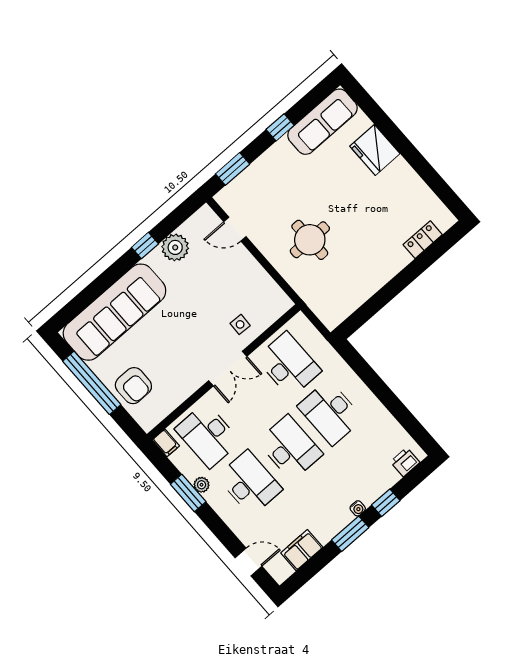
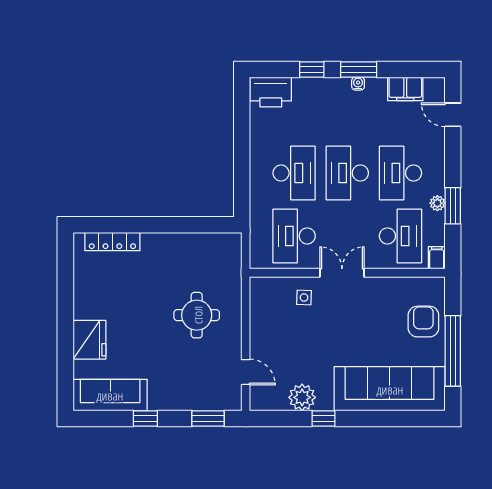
locker: (423, 240) -> (112, 242), width x1.53
printer: (405, 462) -> (271, 92), width x1.87, depth x1.48
water cooler: (358, 508) -> (358, 84), moved

